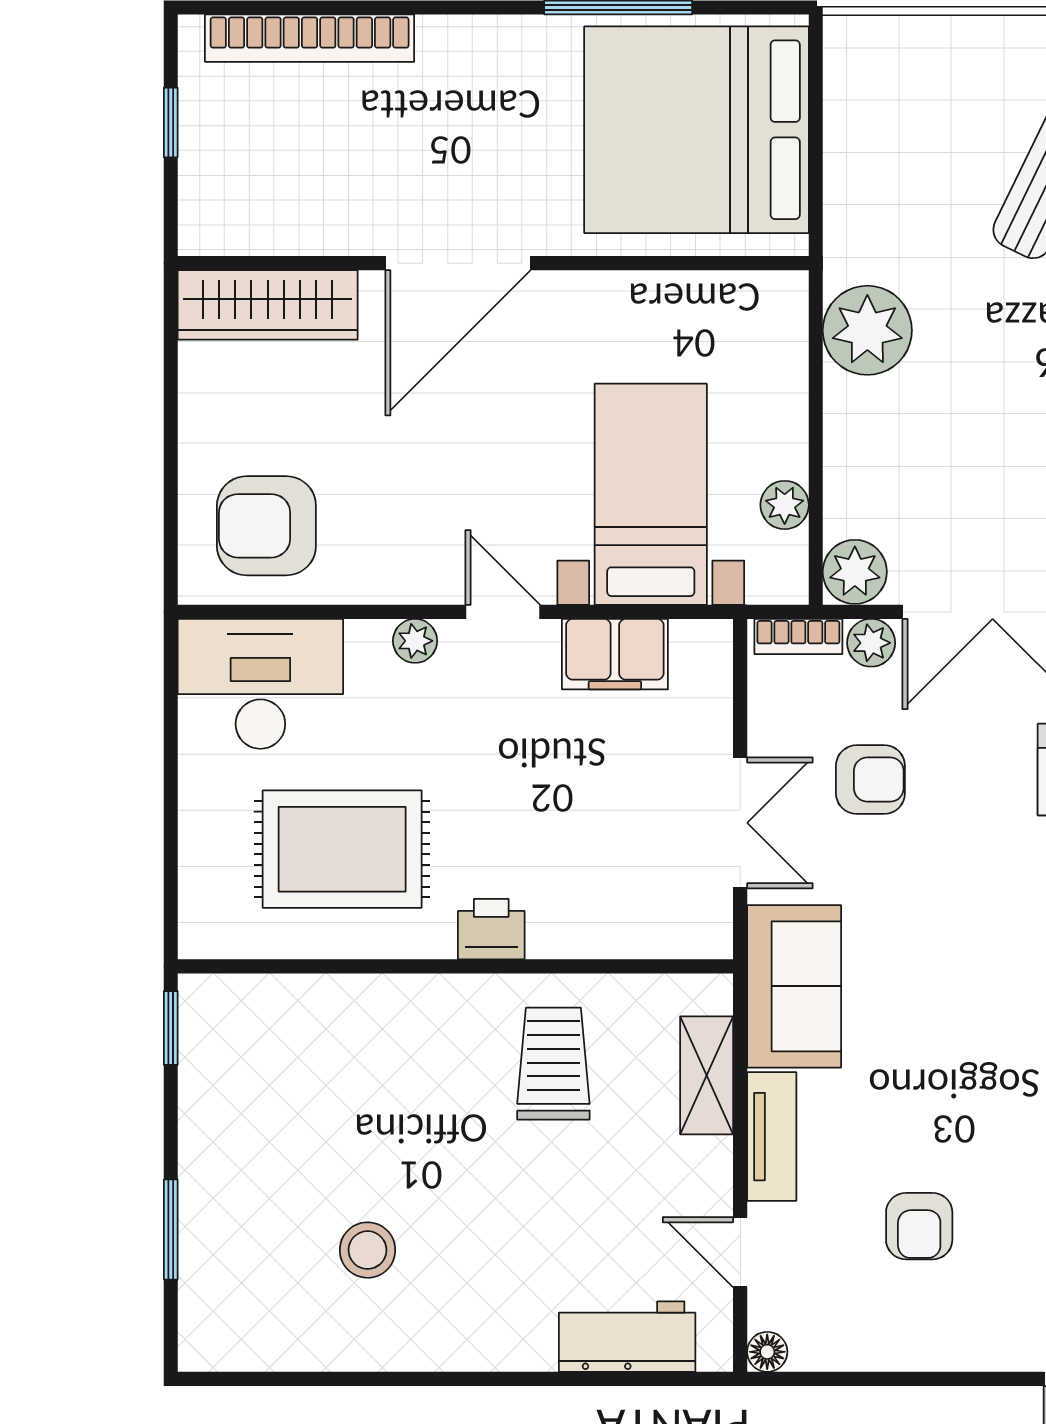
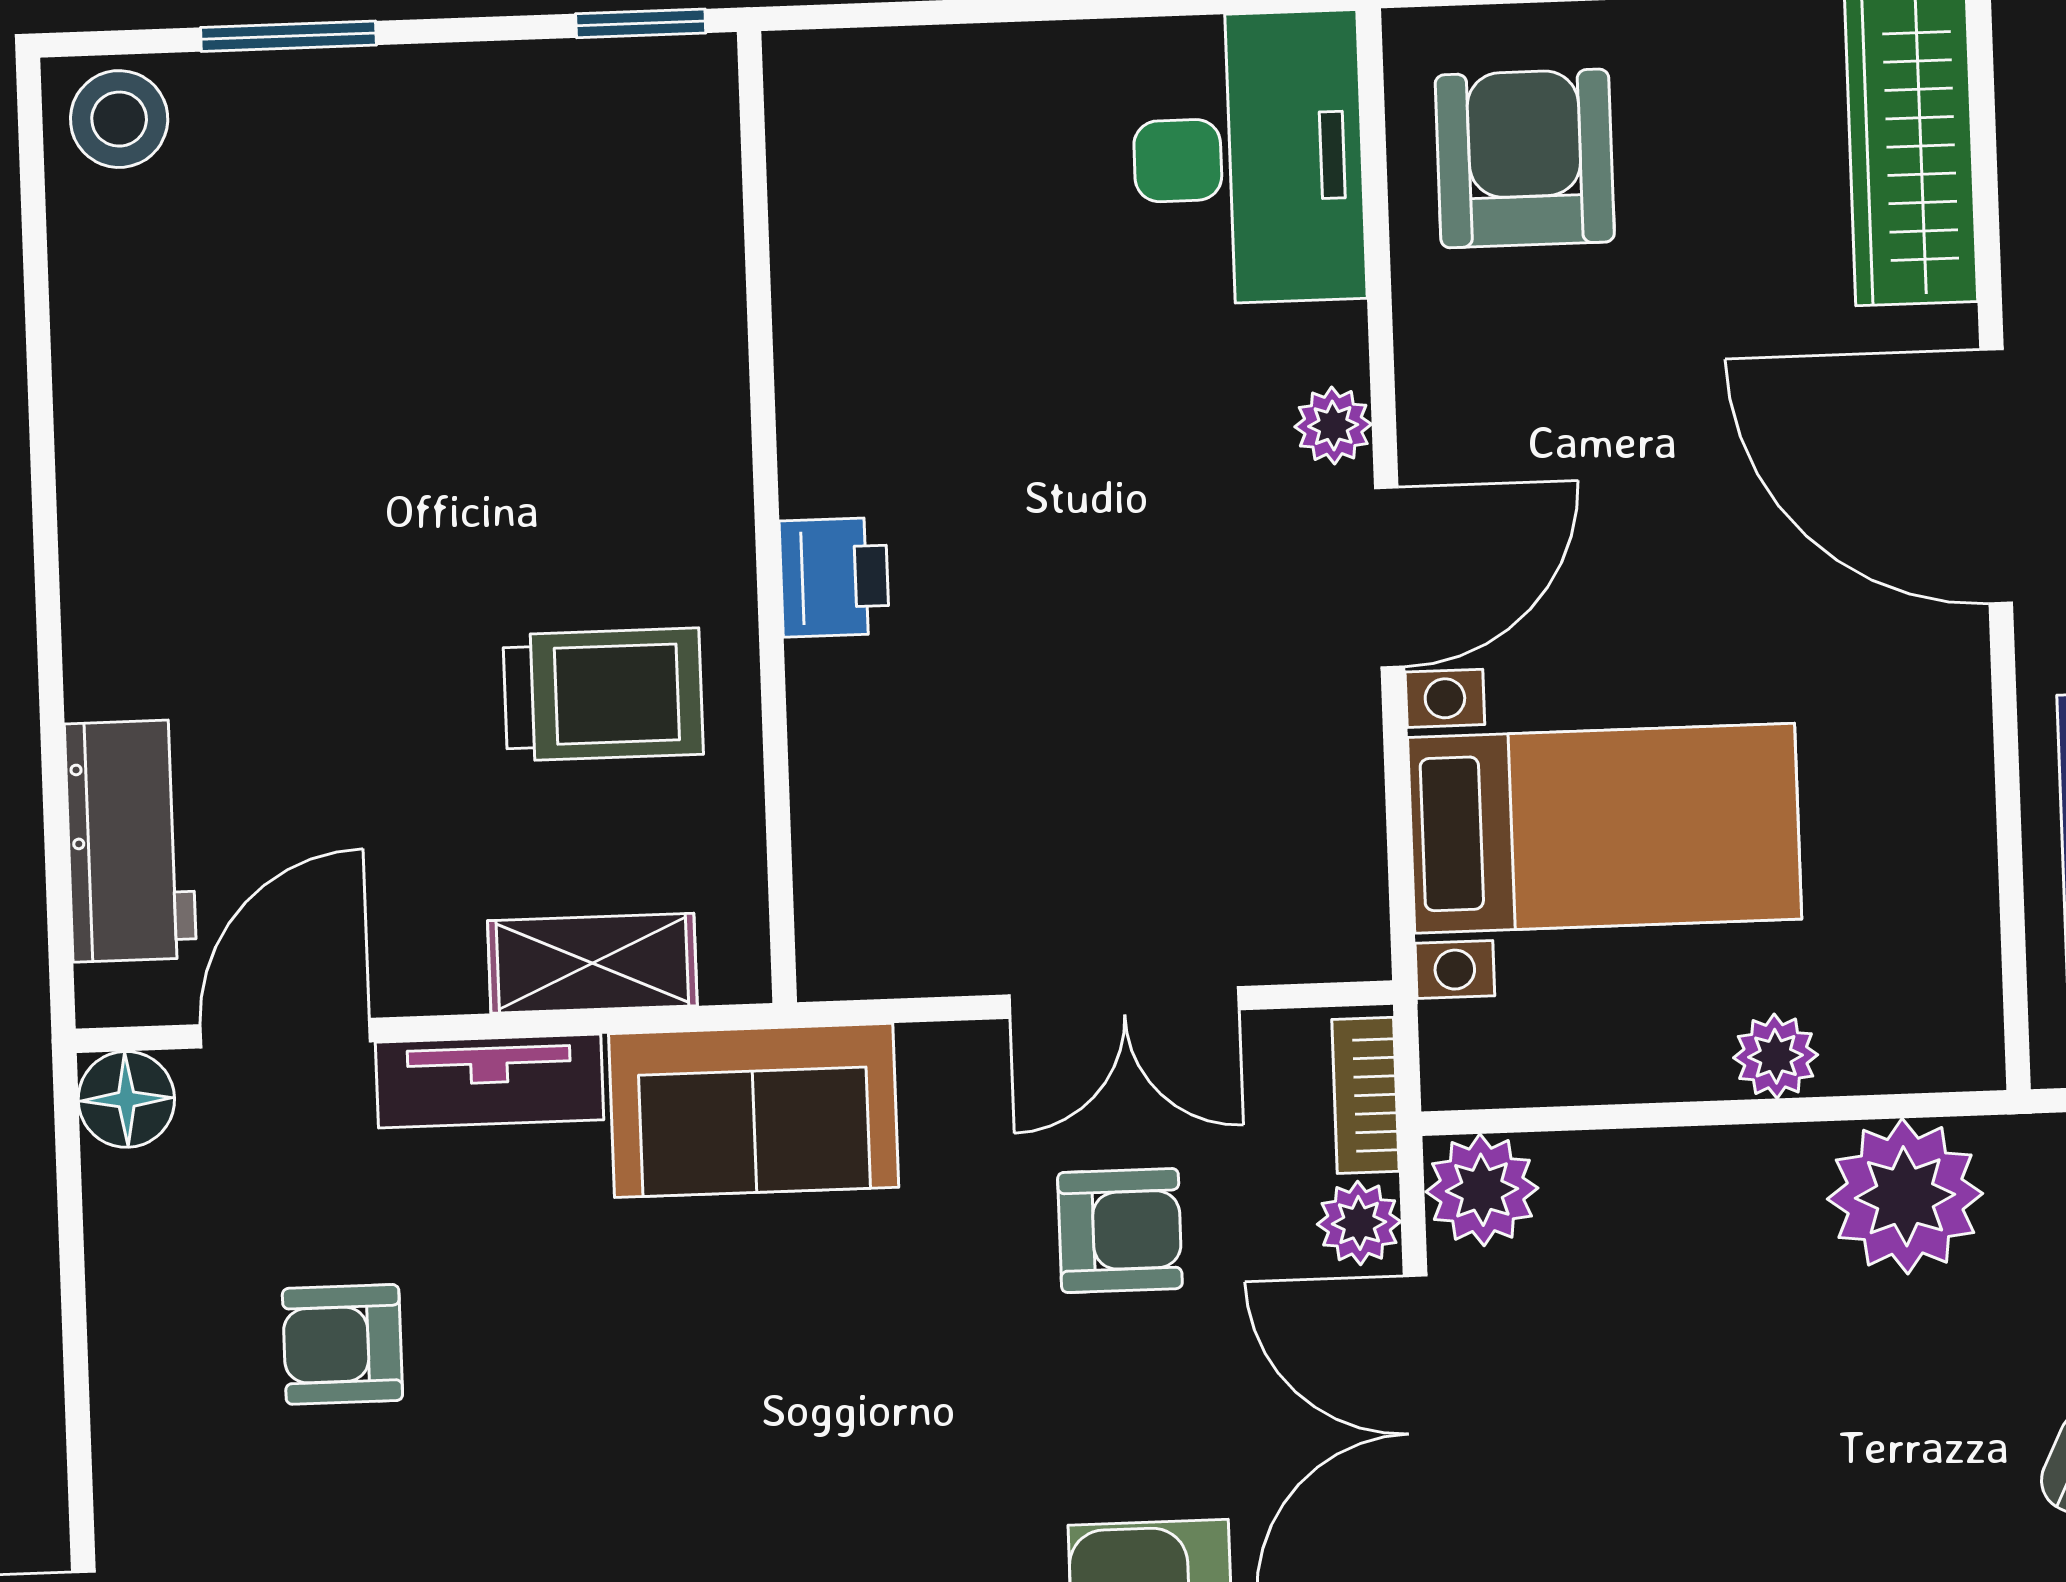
plant: (785, 505) -> (1776, 1056), moved
door: (503, 612) -> (1390, 577), width x1.38
filing cabinet: (615, 654) -> (1323, 776), removed
armchair: (870, 780) -> (1120, 1231), turned -90
double door: (740, 823) -> (1124, 1002), moved
rug: (342, 849) -> (964, 311), removed
stool: (367, 1250) -> (119, 119), moved
door: (740, 1252) -> (285, 1033), width x1.38
floor lamp: (767, 1352) -> (126, 1099), width x1.37, depth x1.37

